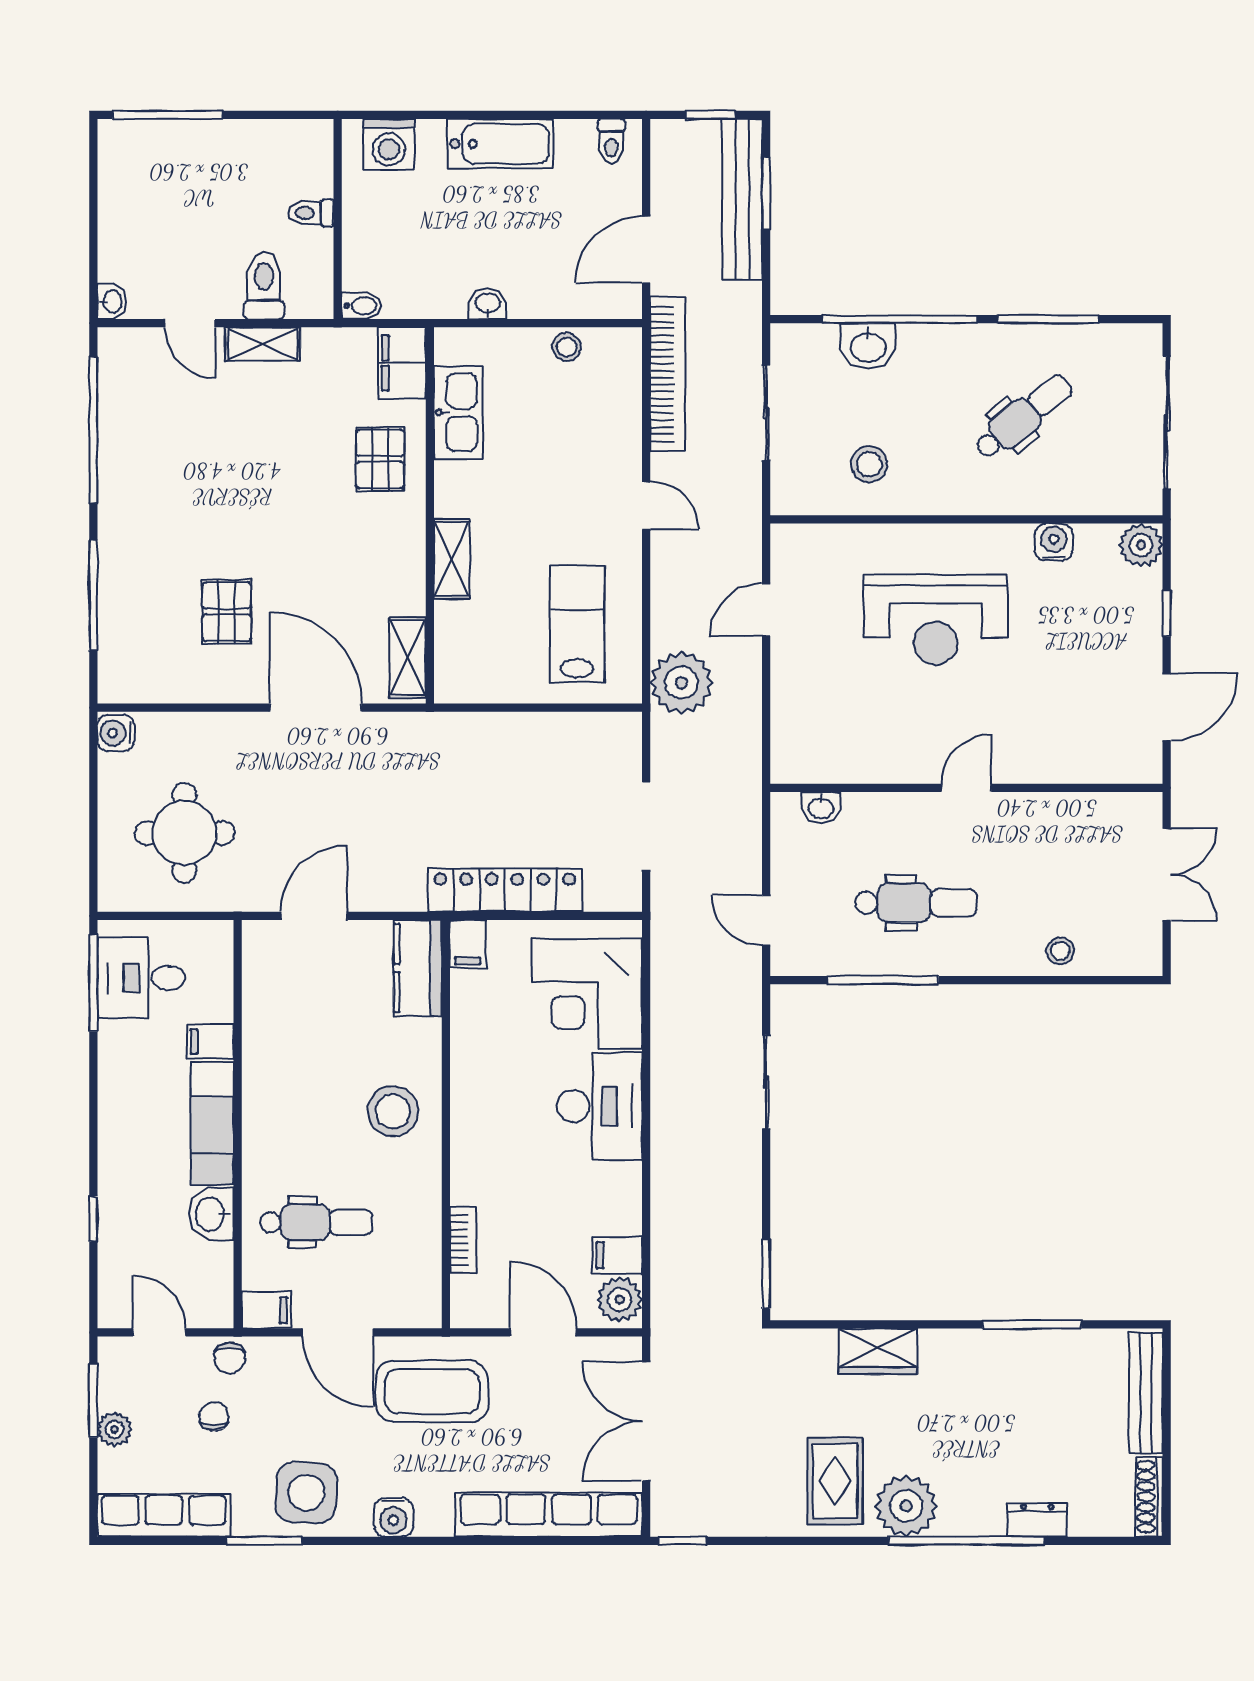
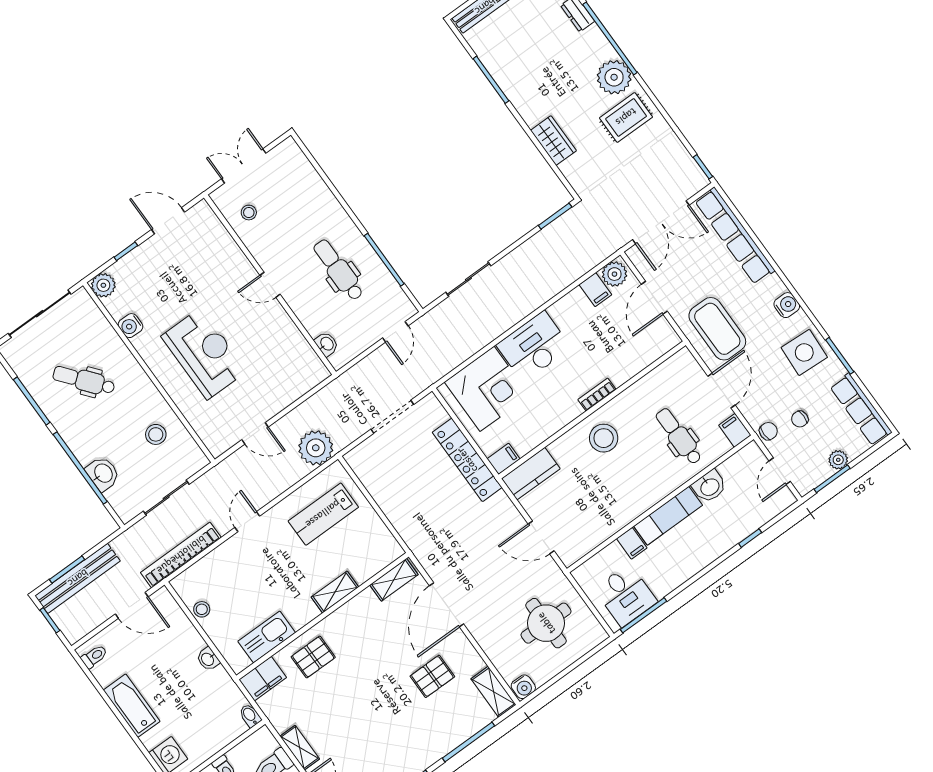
shelving: (140, 684) -> (493, 692), added
stool: (1060, 951) -> (249, 213), moved
bookcase: (463, 1240) -> (597, 395), moved

